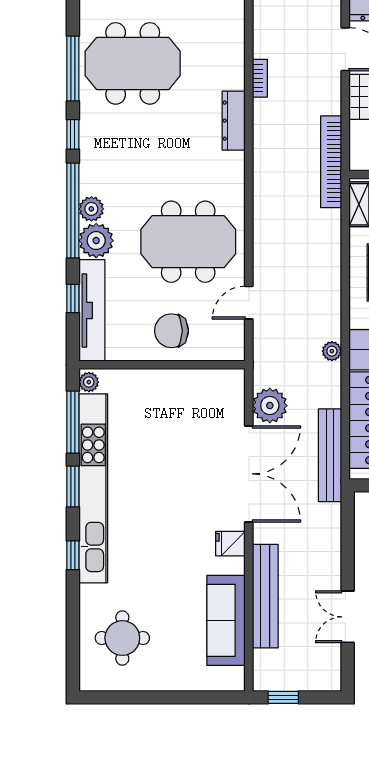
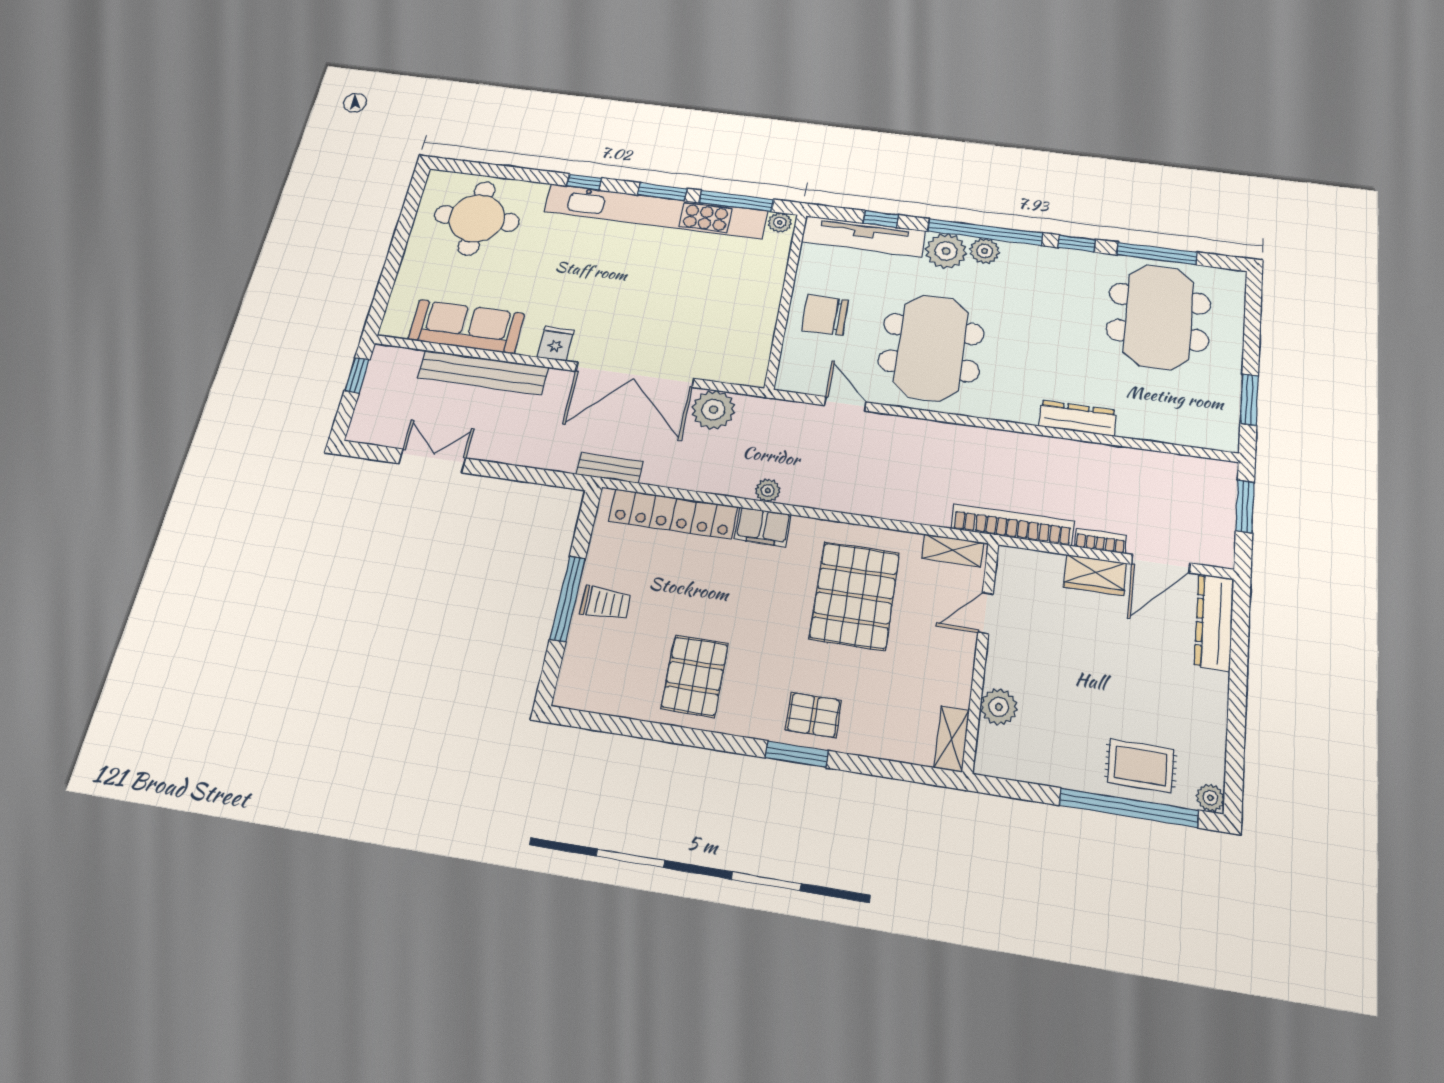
bookcase: (260, 78) -> (1101, 541), moved, turned 180
chair: (171, 331) -> (825, 315), turned -90
bench: (330, 455) -> (610, 468), width x0.54, depth x0.82
round table: (122, 638) -> (477, 218), width x1.36, depth x1.36

